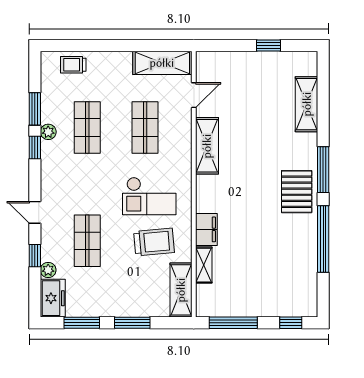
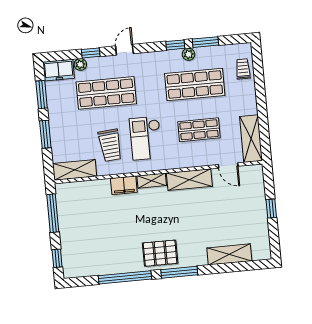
window: (269, 46) -> (271, 209), moved
shop shelf: (87, 128) -> (195, 84), width x1.43, depth x1.36
shop shelf: (87, 241) -> (106, 93), width x1.43, depth x1.36
shelving: (204, 265) -> (152, 181), moved

